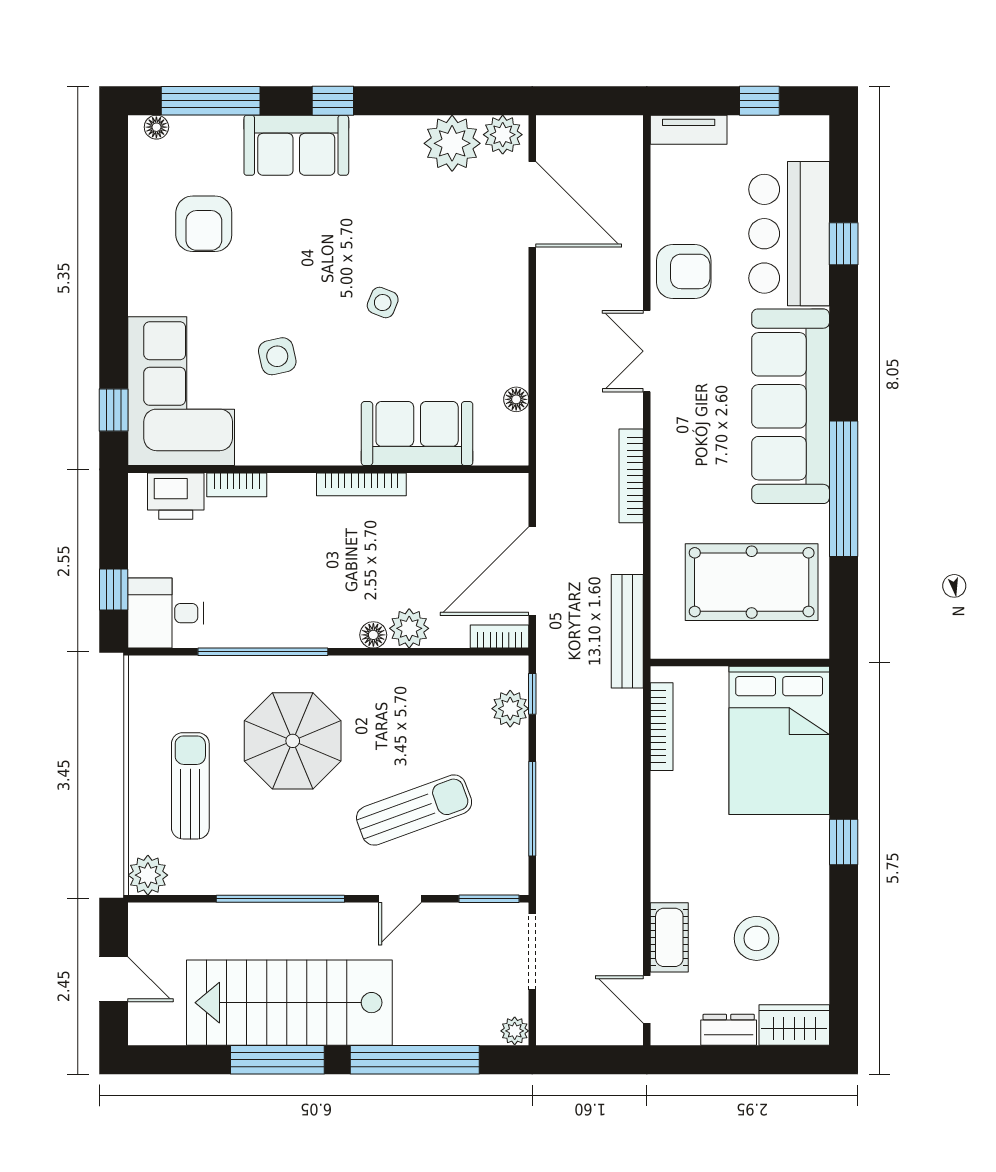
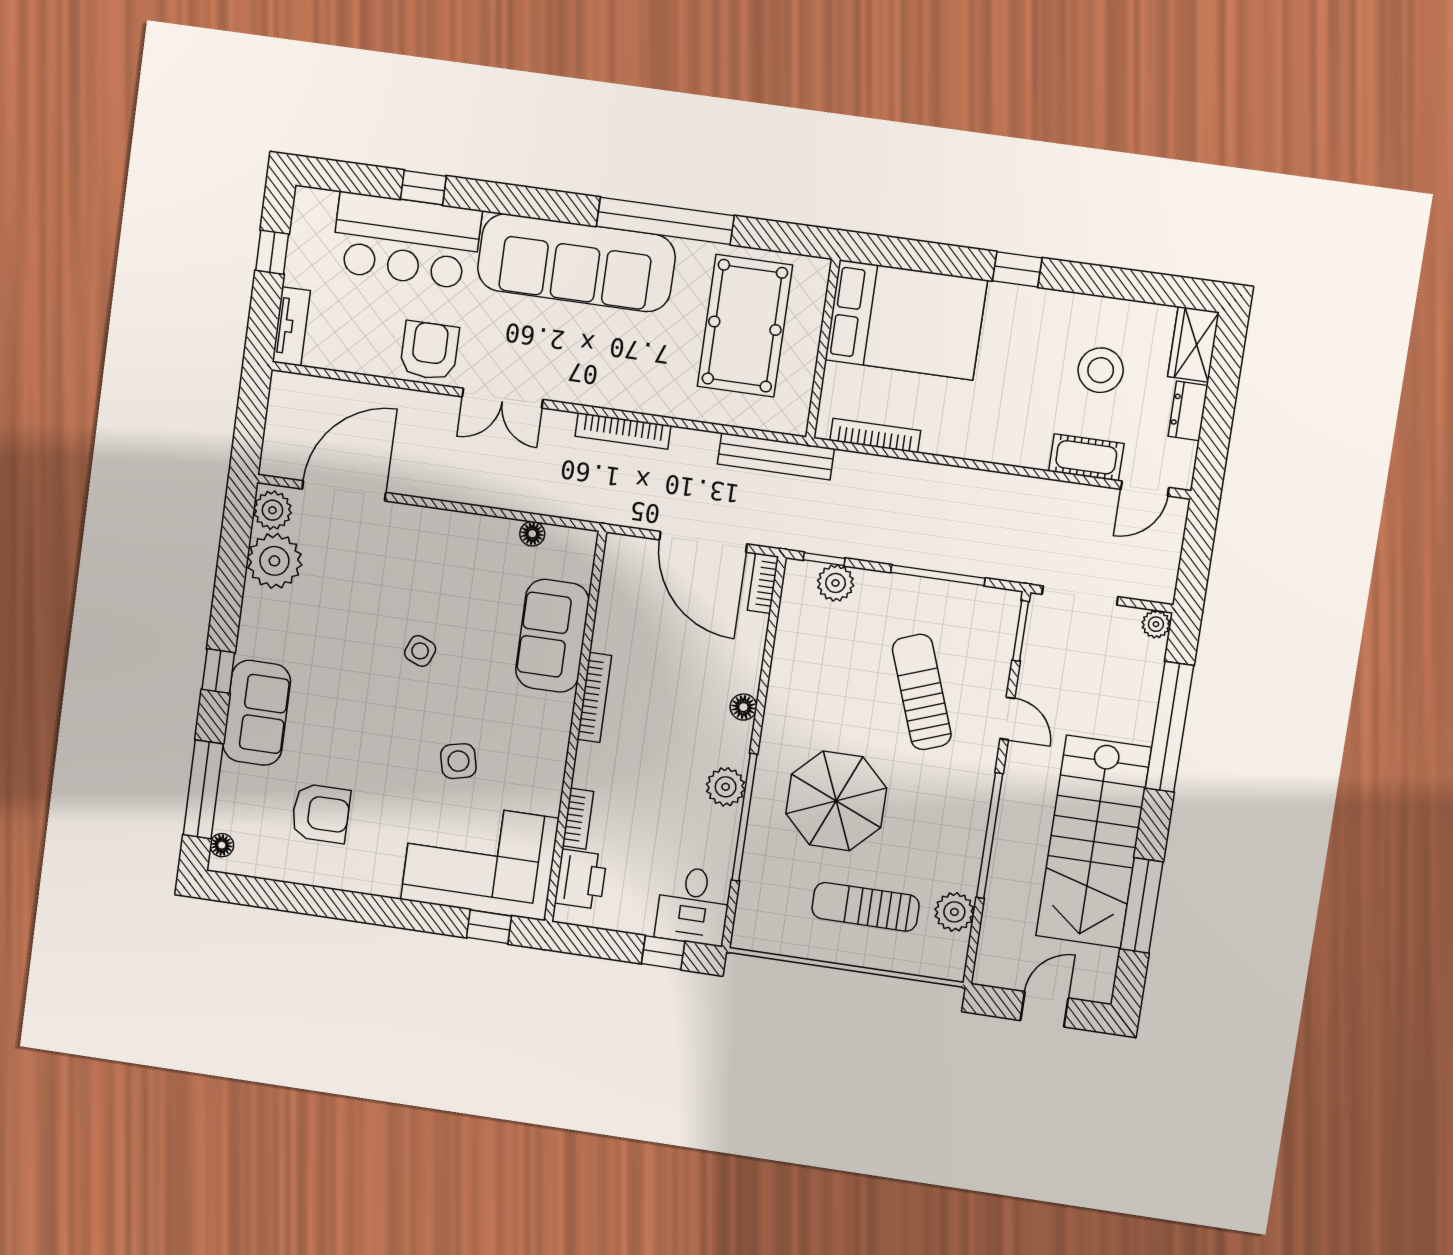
plant: (409, 628) -> (726, 787), moved
plant: (148, 875) -> (954, 912), moved
window: (277, 1060) -> (1142, 905), moved

